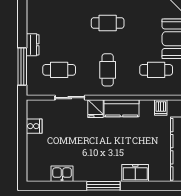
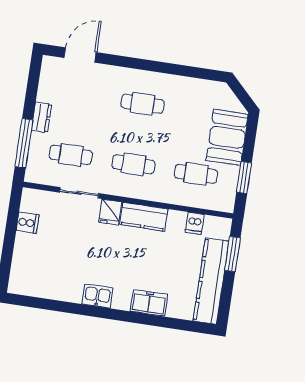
cafe table: (108, 70) -> (133, 164), turned 90
kitchen sink: (62, 174) -> (97, 296), moved
window: (103, 186) -> (105, 313), removed

